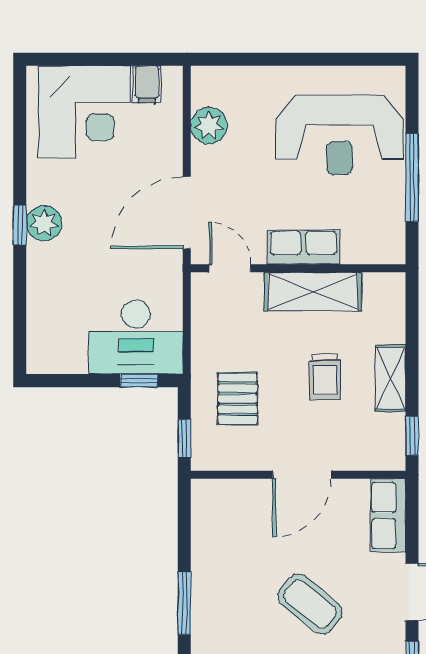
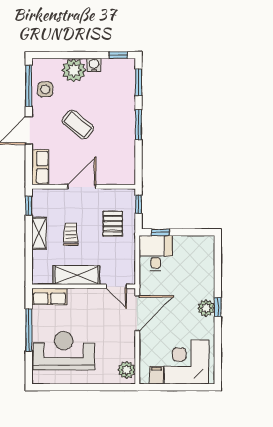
plant: (209, 126) -> (127, 370), moved
row of seats: (303, 247) -> (49, 297), moved
desk: (136, 337) -> (156, 253), width x0.73

